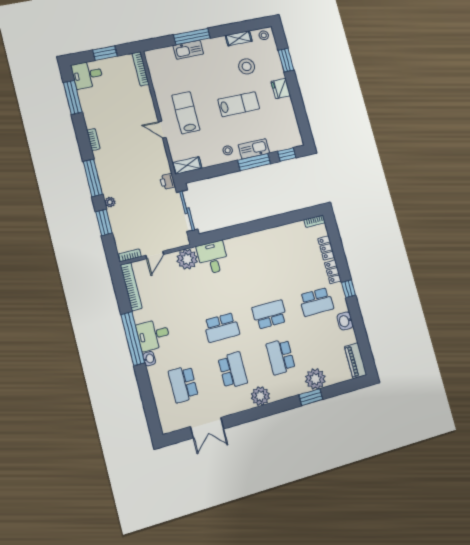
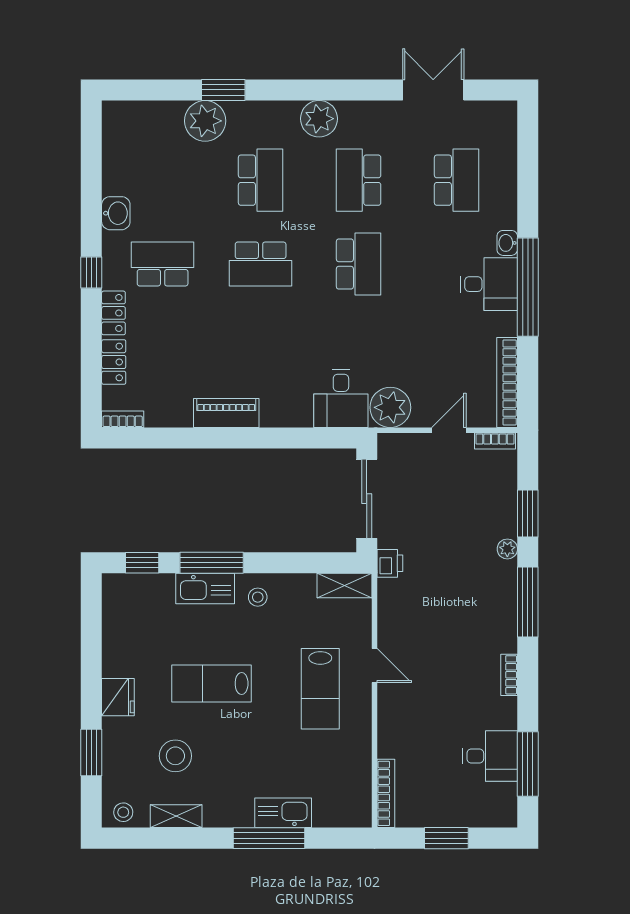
desk: (87, 75) -> (490, 756), moved
school desk: (222, 327) -> (359, 264), turned 90
piano: (356, 361) -> (226, 413), moved, turned -90

